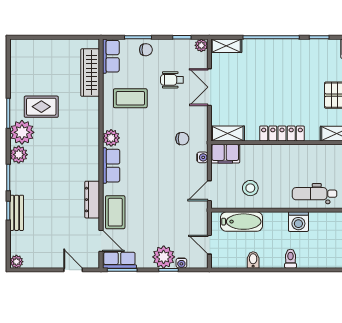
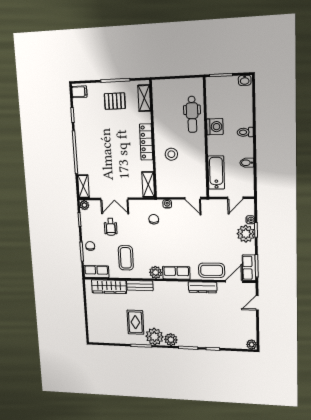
filing cabinet: (225, 154) -> (164, 186), removed
stool: (250, 188) -> (171, 154), moved
bench: (17, 213) -> (140, 286), moved

